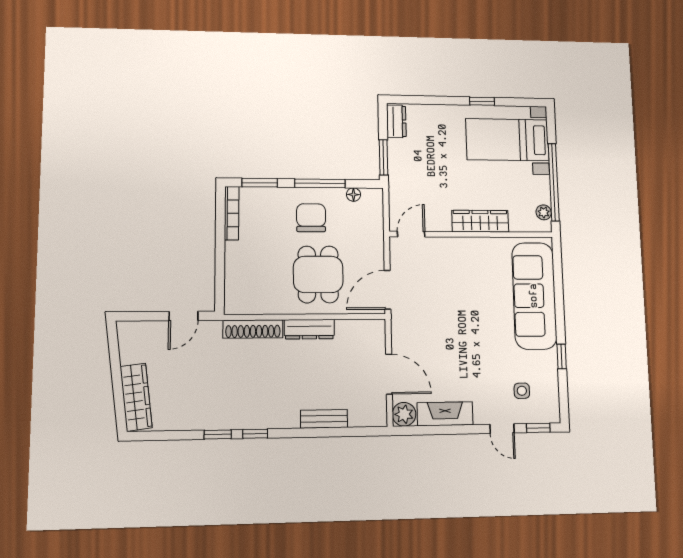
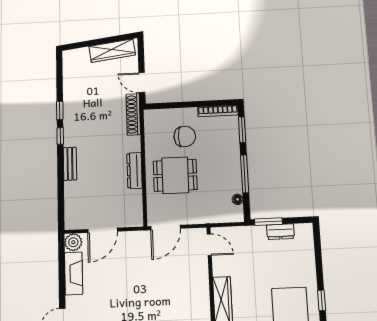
dresser: (396, 121) -> (280, 232), moved
chair: (311, 218) -> (185, 136), moved
door: (388, 290) -> (166, 227), swing flipped
shoe rack: (253, 329) -> (133, 114), moved
wardrobe: (136, 397) -> (112, 51), moved
bench: (324, 419) -> (70, 164), moved

